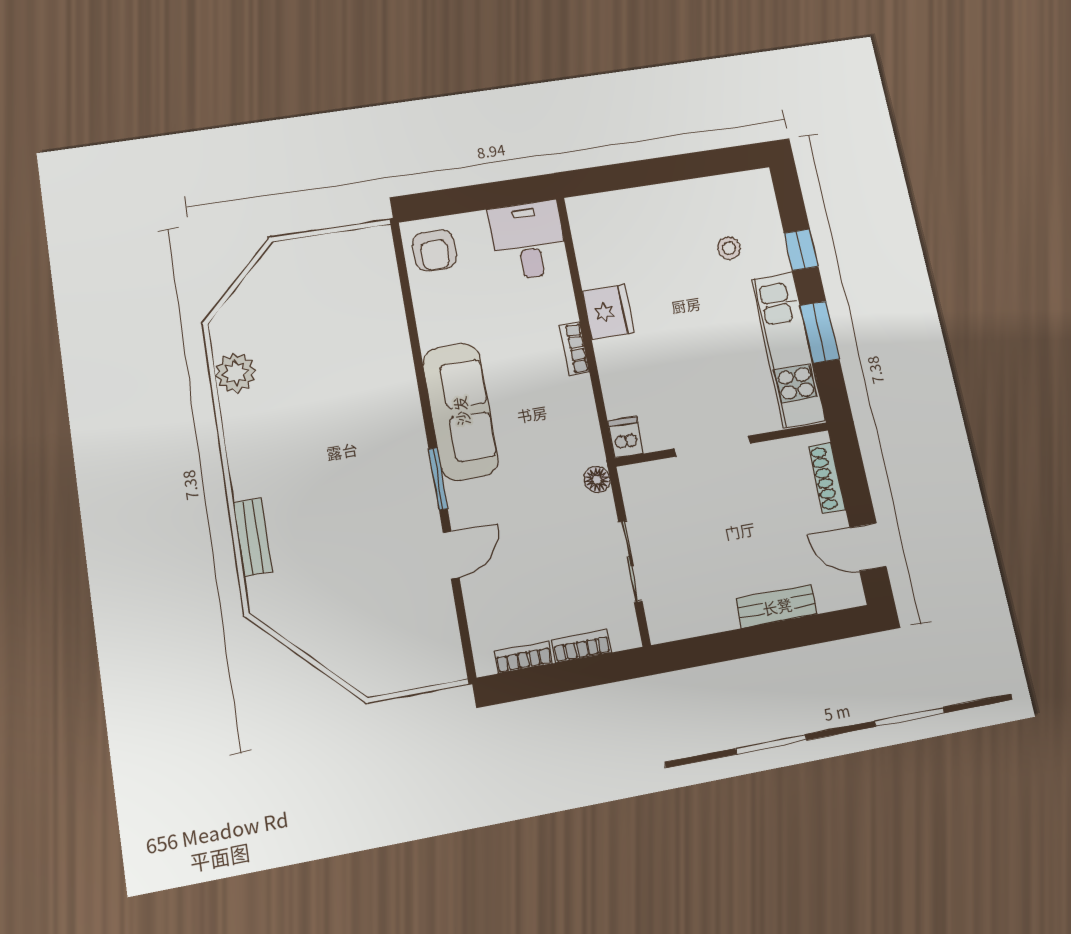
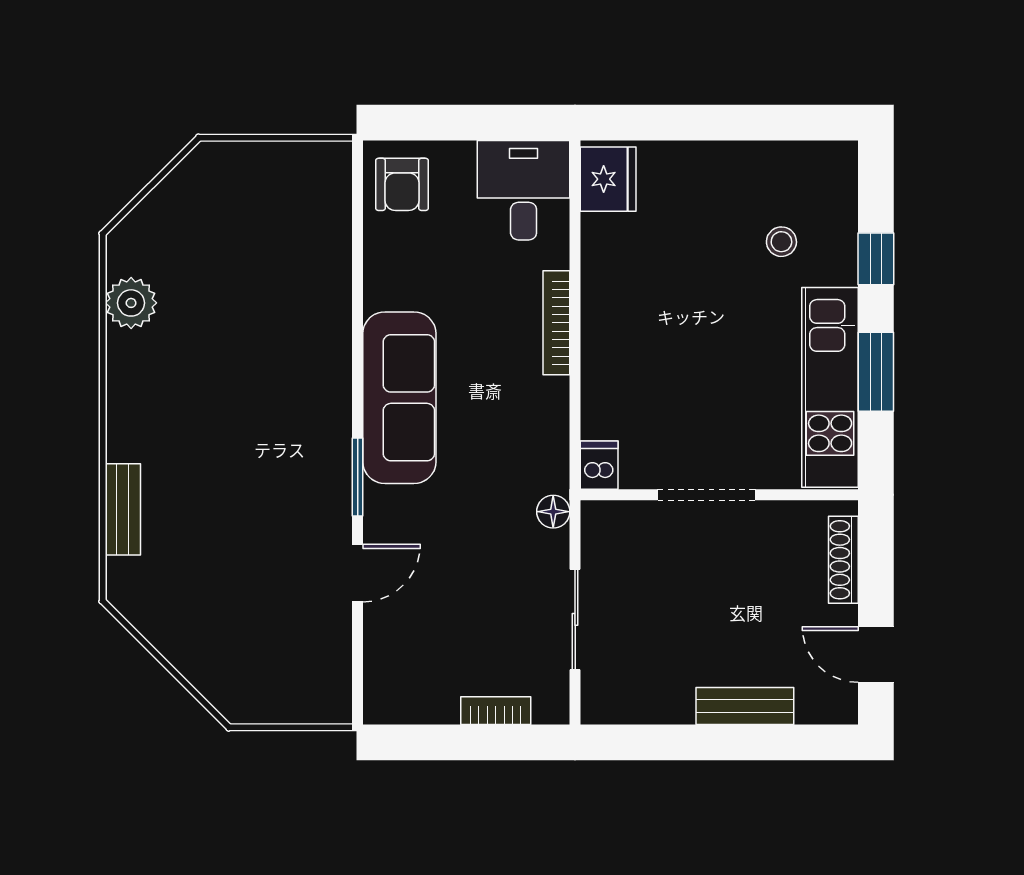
fridge: (608, 312) -> (608, 179), moved
bookcase: (574, 349) -> (556, 323), width x1.56
bookcase: (523, 657) -> (423, 711), removed

